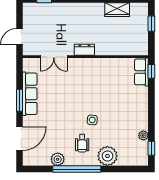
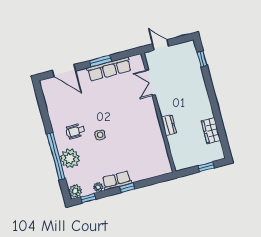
dresser: (84, 50) -> (169, 125), moved
window: (151, 71) -> (127, 188), moved
row of seats: (141, 72) -> (117, 180), moved
plant: (58, 159) -> (75, 191), moved
window: (77, 169) -> (56, 156), moved

